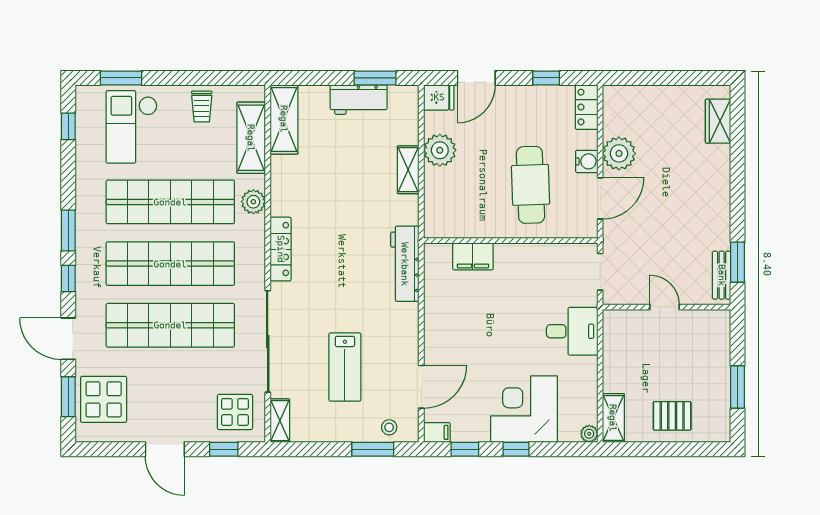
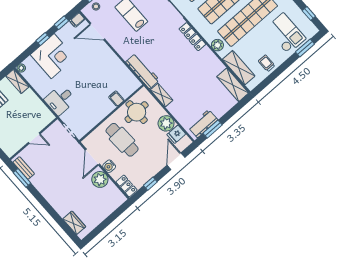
fridge: (439, 97) -> (176, 134), moved
workbench: (359, 100) -> (203, 124), moved
shelving: (408, 170) -> (162, 95), moved
round table: (470, 208) -> (137, 112), added
filing cabinet: (473, 256) -> (116, 99), width x0.50
door: (421, 387) -> (97, 31), hinge flipped

